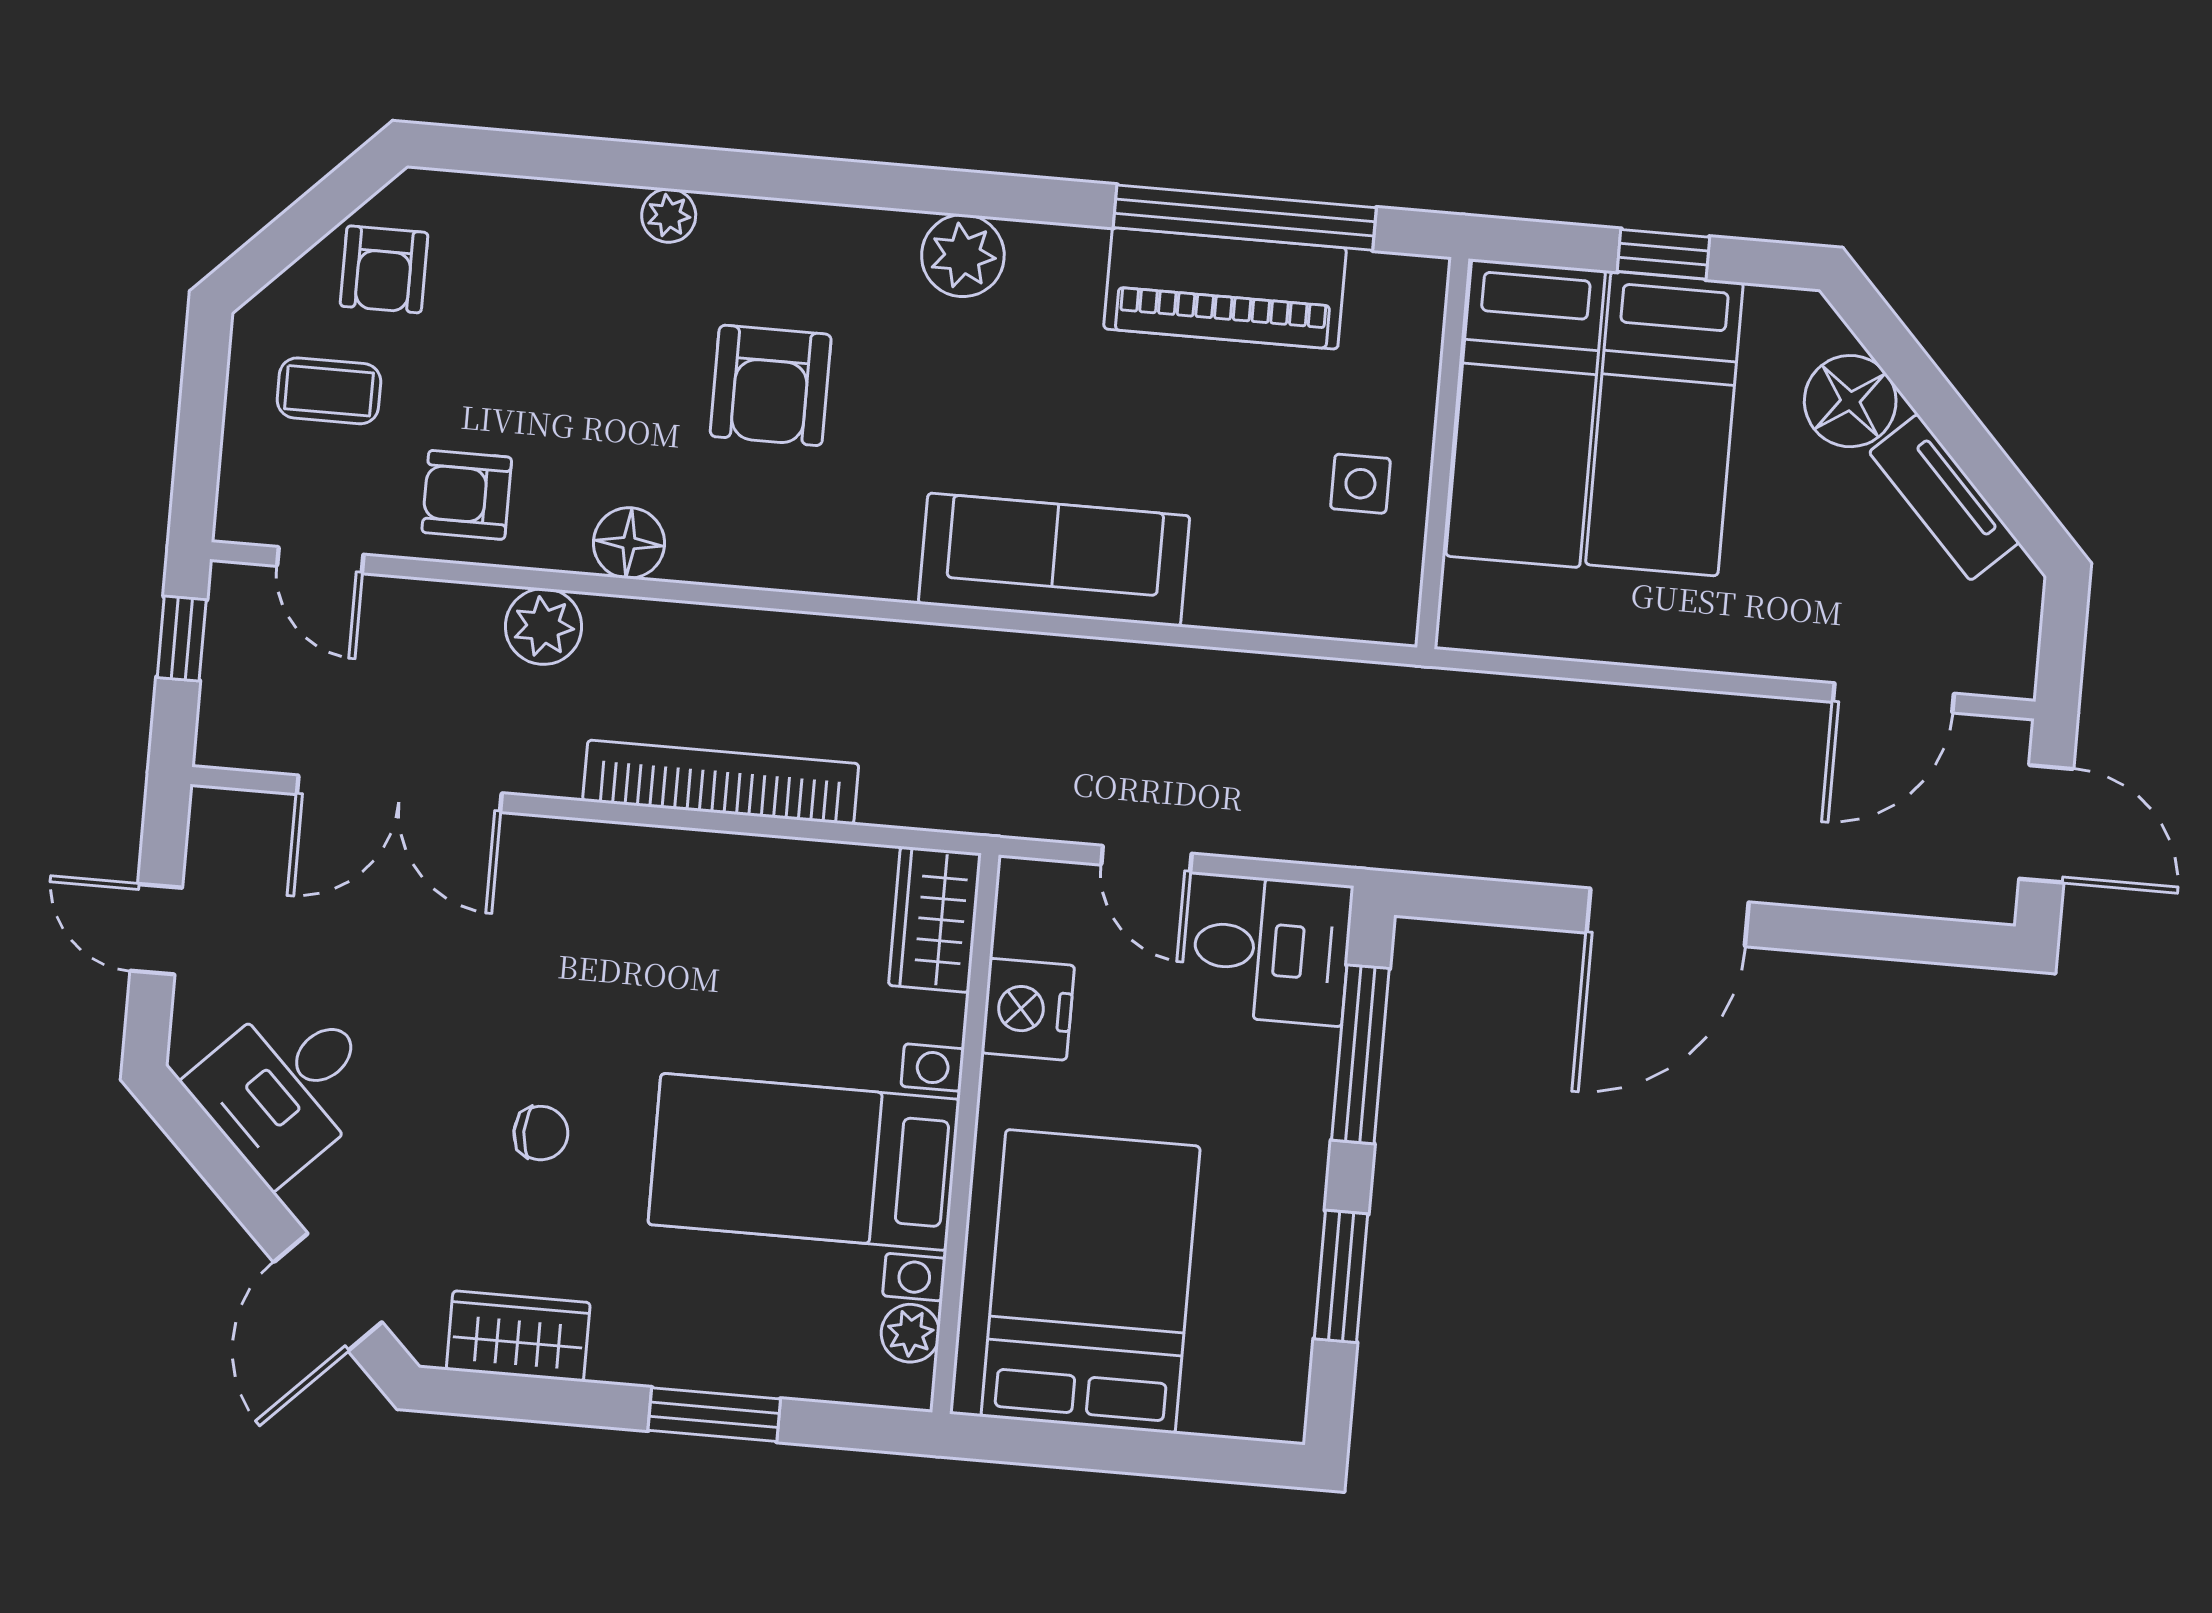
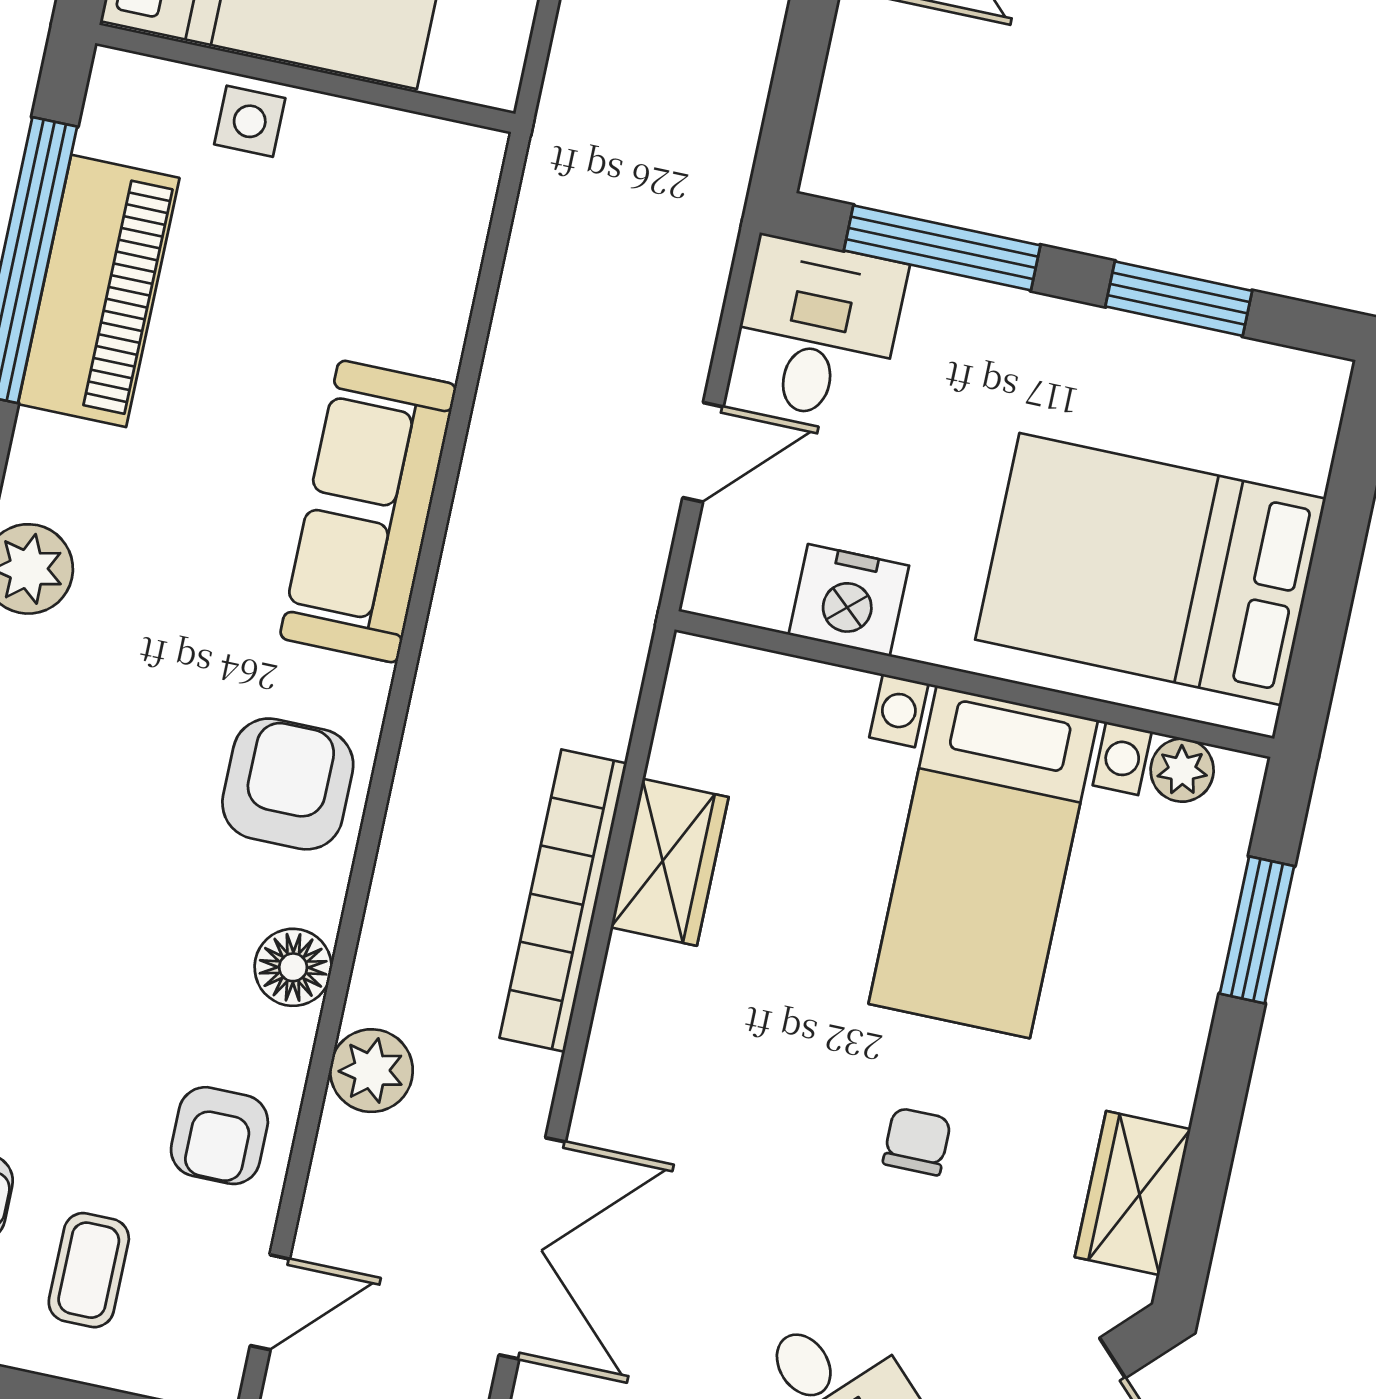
armchair: (771, 385) -> (288, 784), moved, turned -90
side table: (1360, 484) -> (250, 121), moved
wardrobe: (935, 919) -> (670, 862), moved, turned -90
window: (714, 1415) -> (1257, 930), moved

